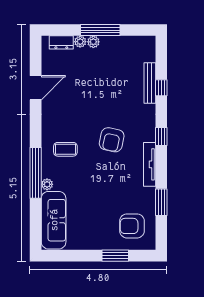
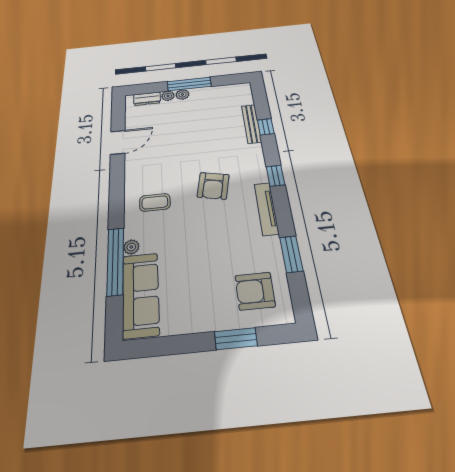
window: (36, 173) -> (115, 261), moved

